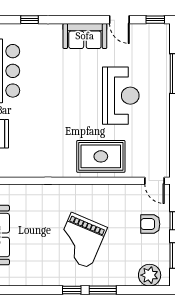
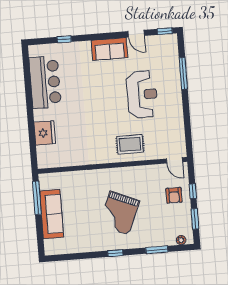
rug: (101, 156) -> (130, 144), width x0.73, depth x0.70
armchair: (150, 224) -> (174, 195), turned -90
plant: (150, 275) -> (181, 240), width x0.53, depth x0.53
window: (103, 290) -> (157, 250), moved

